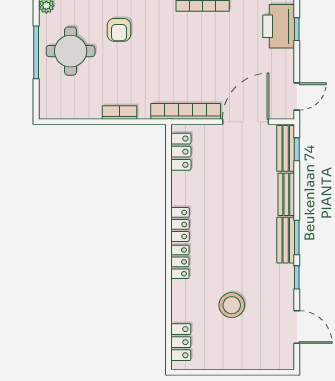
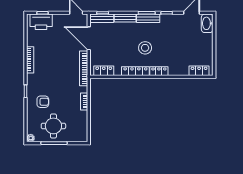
locker: (180, 224) -> (135, 71), width x1.53
stool: (232, 305) -> (145, 48), moved
washbasin: (276, 358) -> (207, 23), added

